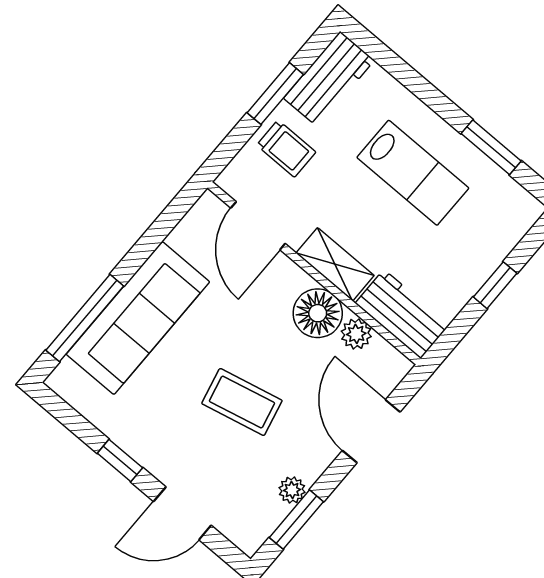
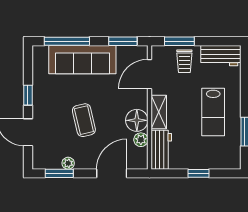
window: (275, 94) -> (179, 41), moved
window: (165, 224) -> (123, 41), added

